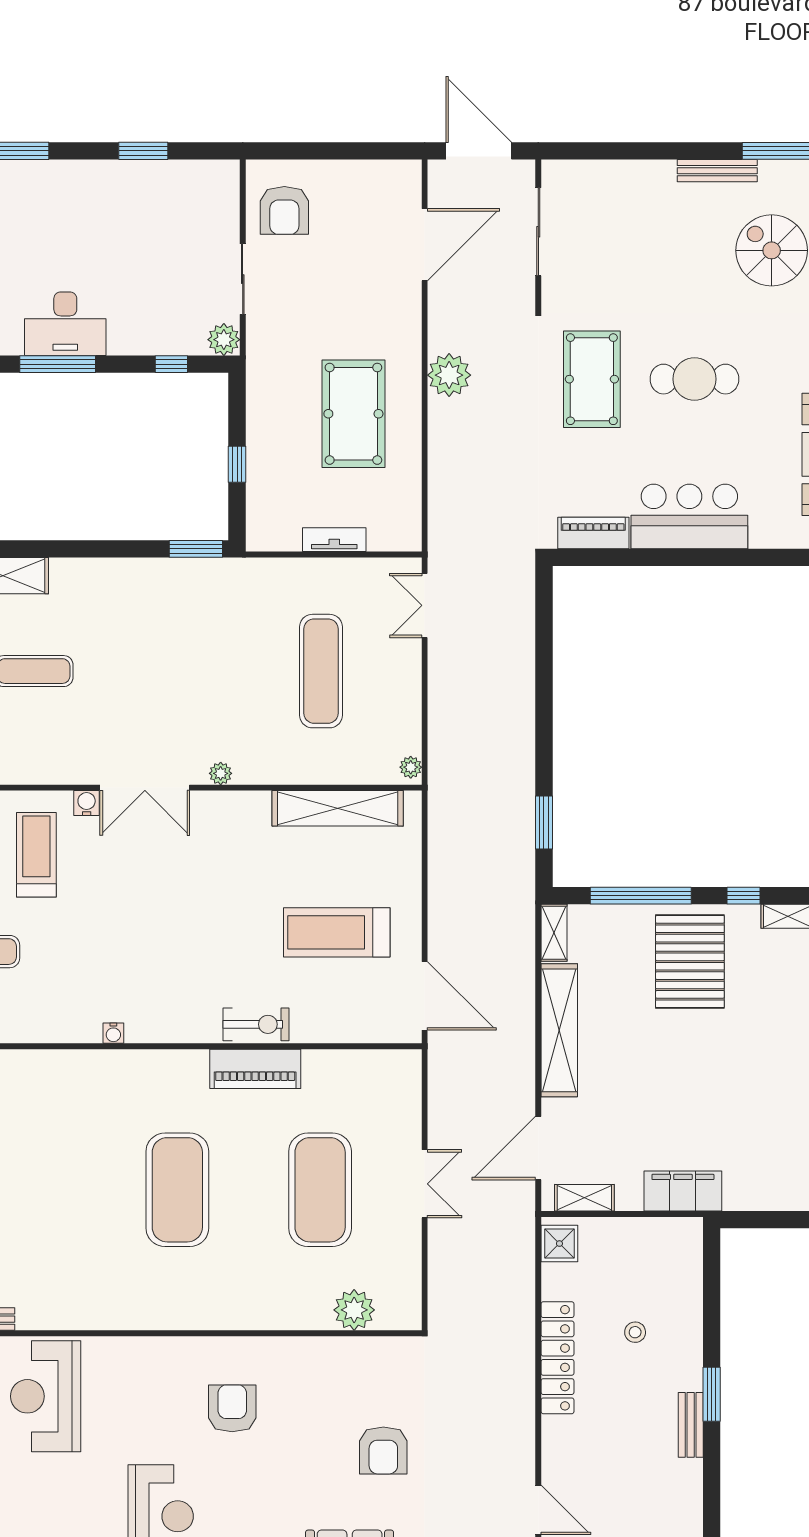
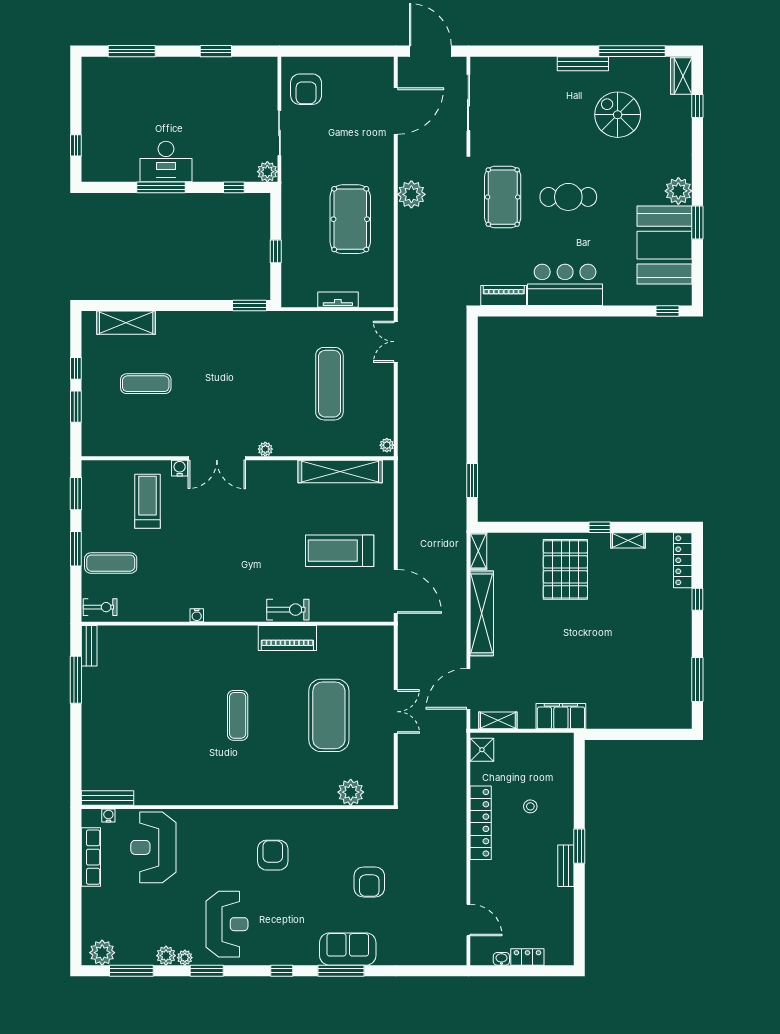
window: (641, 896) -> (534, 527), removed
exercise mat: (177, 1190) -> (238, 715), width x0.50, depth x0.69

